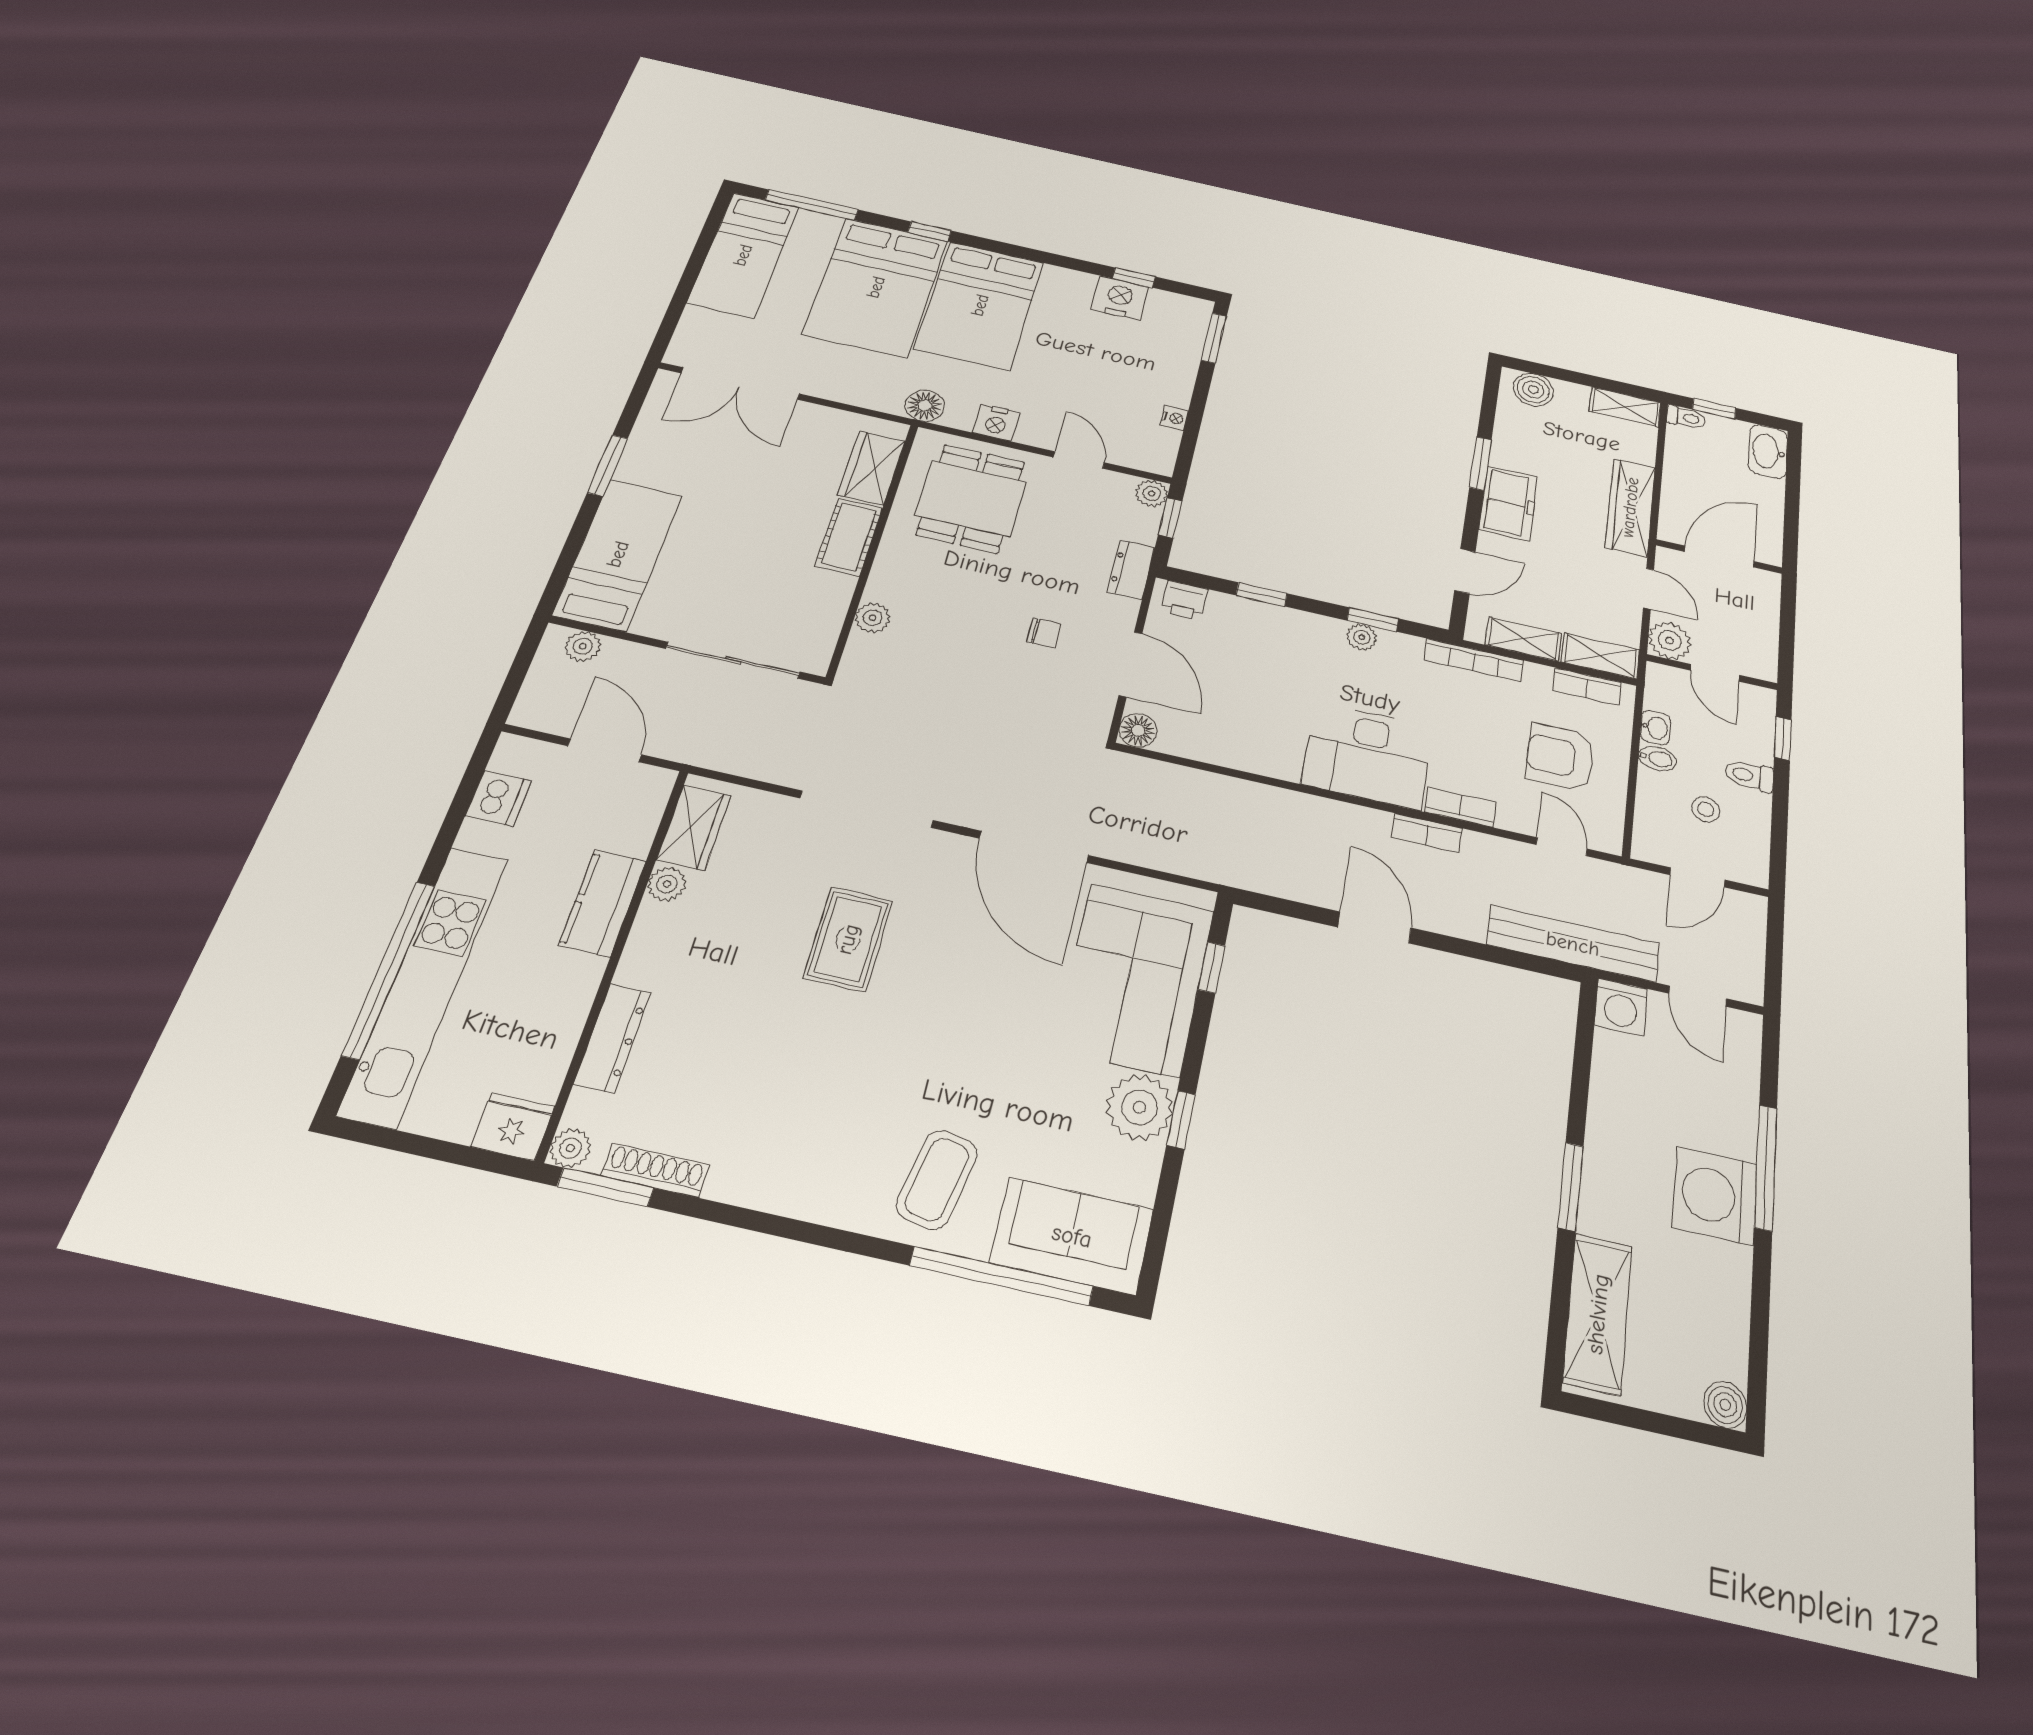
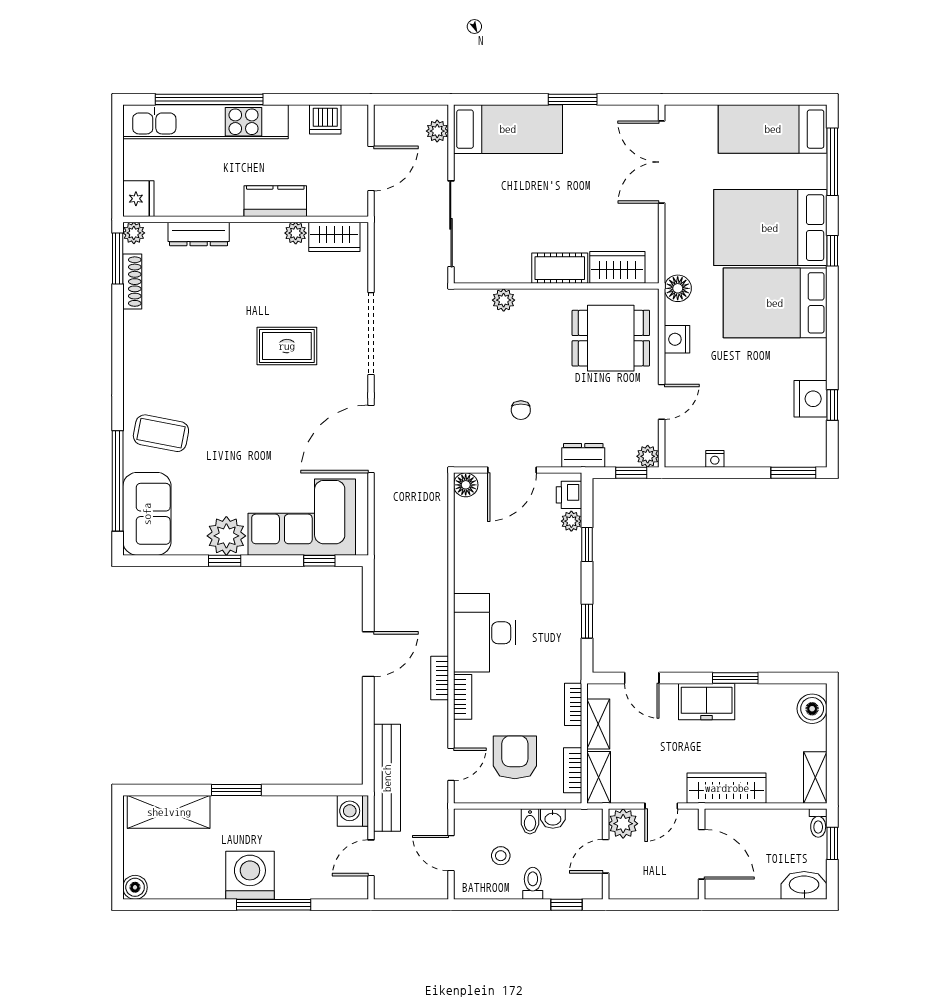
plant: (1362, 637) -> (571, 521), moved
bookcase: (1474, 660) -> (573, 704), width x0.64

